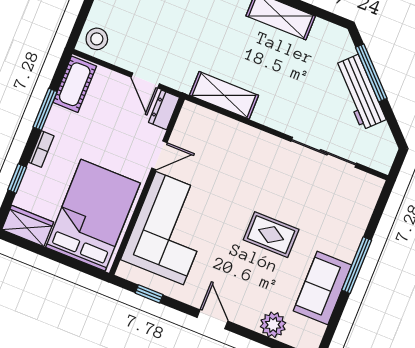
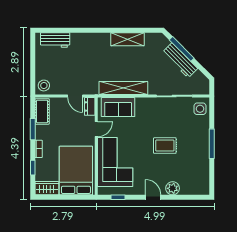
shelving: (224, 95) -> (123, 88), width x1.47
side table: (361, 194) -> (200, 109), added
sofa: (323, 288) -> (118, 107), moved, turned -90
plant: (273, 325) -> (173, 188), moved

